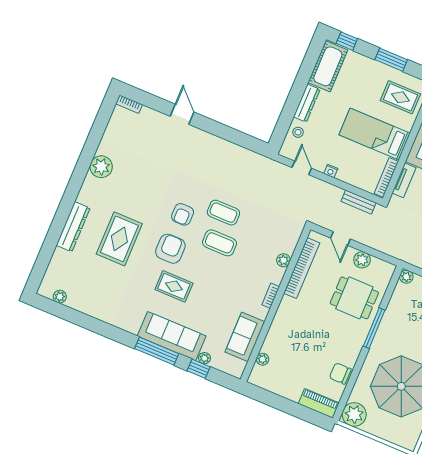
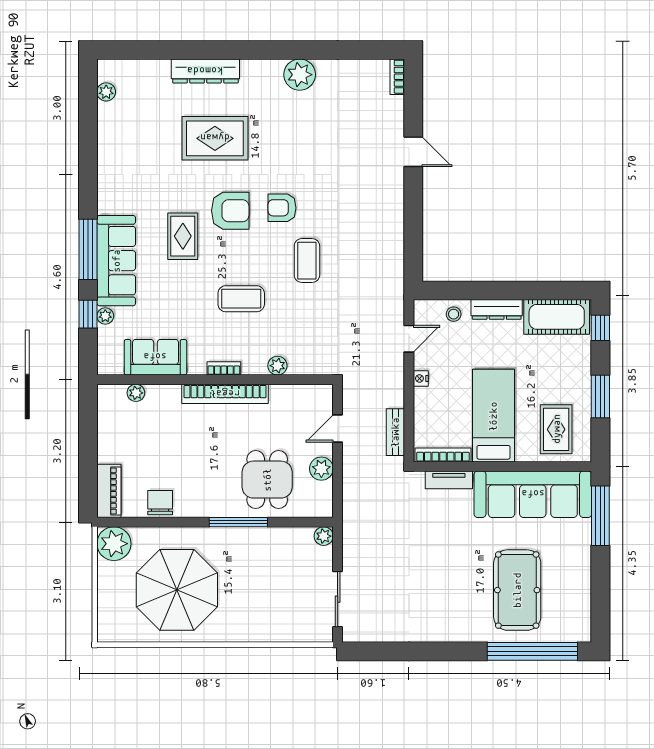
door: (182, 114) -> (413, 152), hinge flipped
coffee table: (220, 243) -> (241, 299), moved, turned 90
bookcase: (302, 268) -> (225, 394), moved

